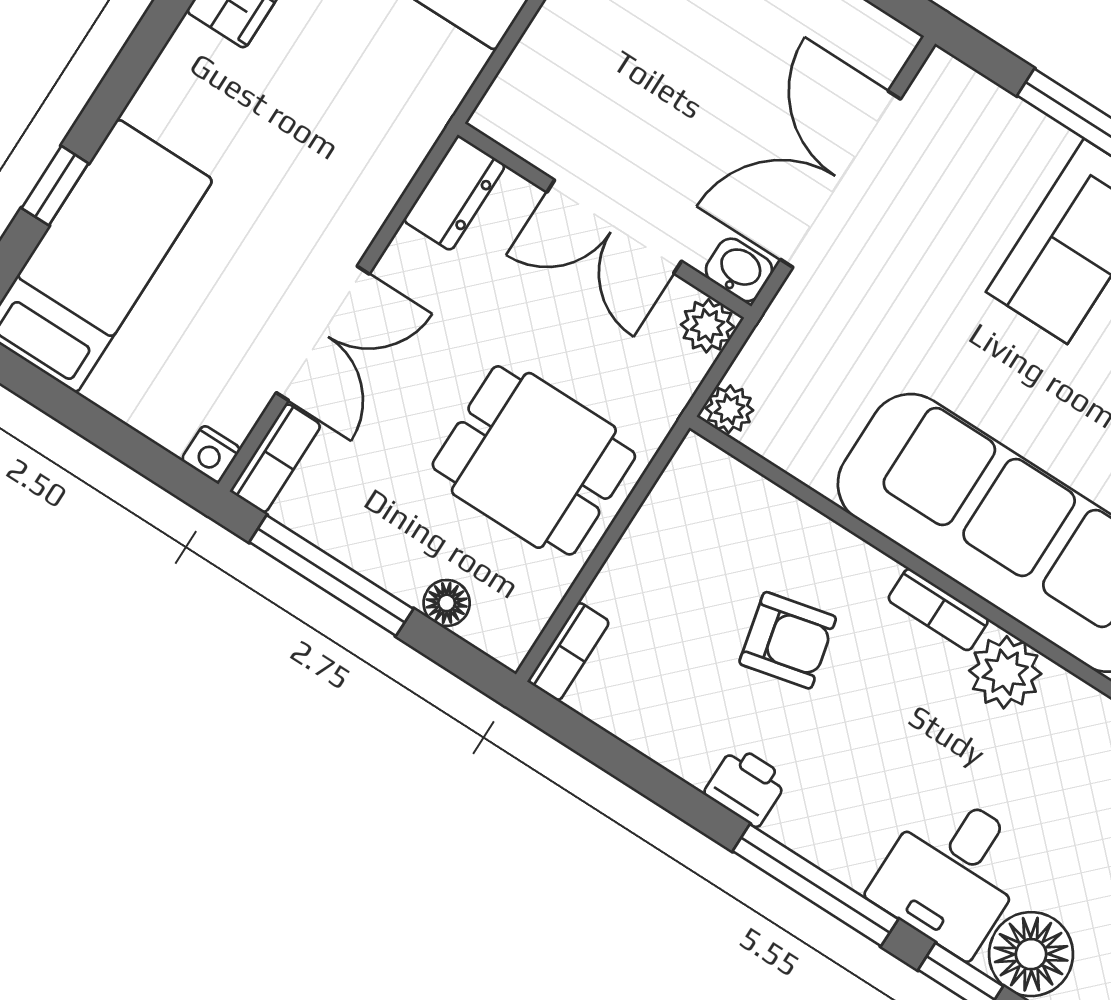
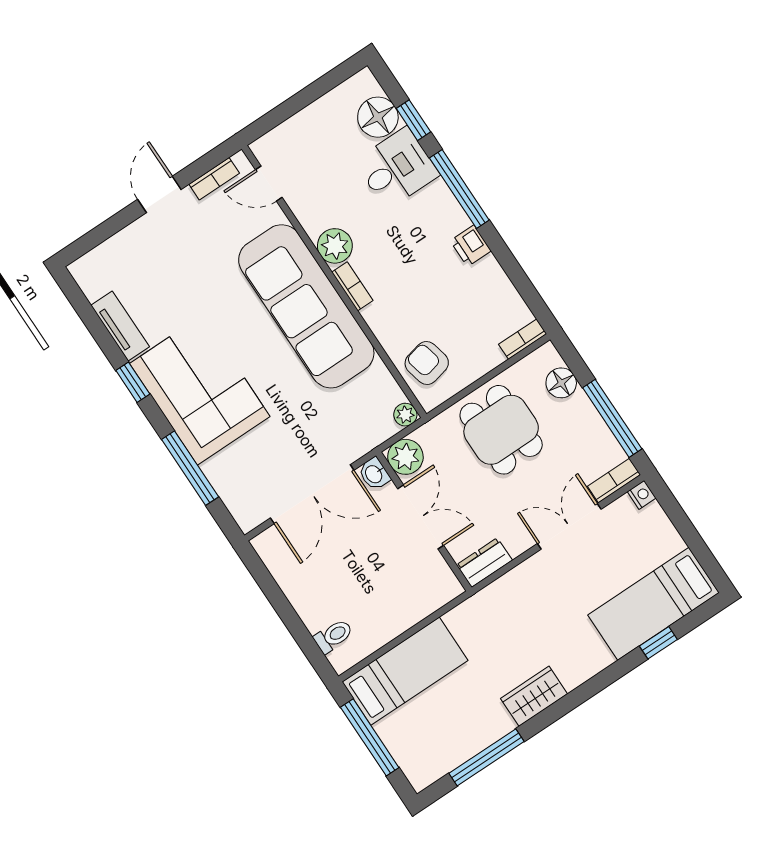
plant: (708, 326) -> (405, 457), width x1.38, depth x1.38
floor lamp: (447, 603) -> (561, 383), width x1.37, depth x1.37
armchair: (788, 640) -> (427, 363), moved

